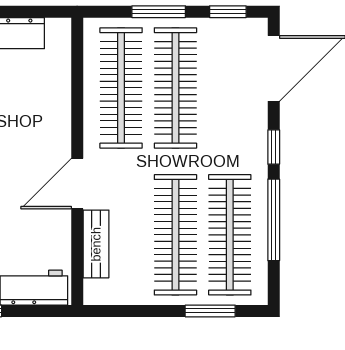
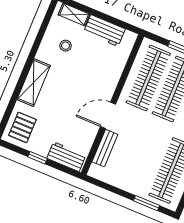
clothes rail: (175, 235) -> (145, 160), removed

